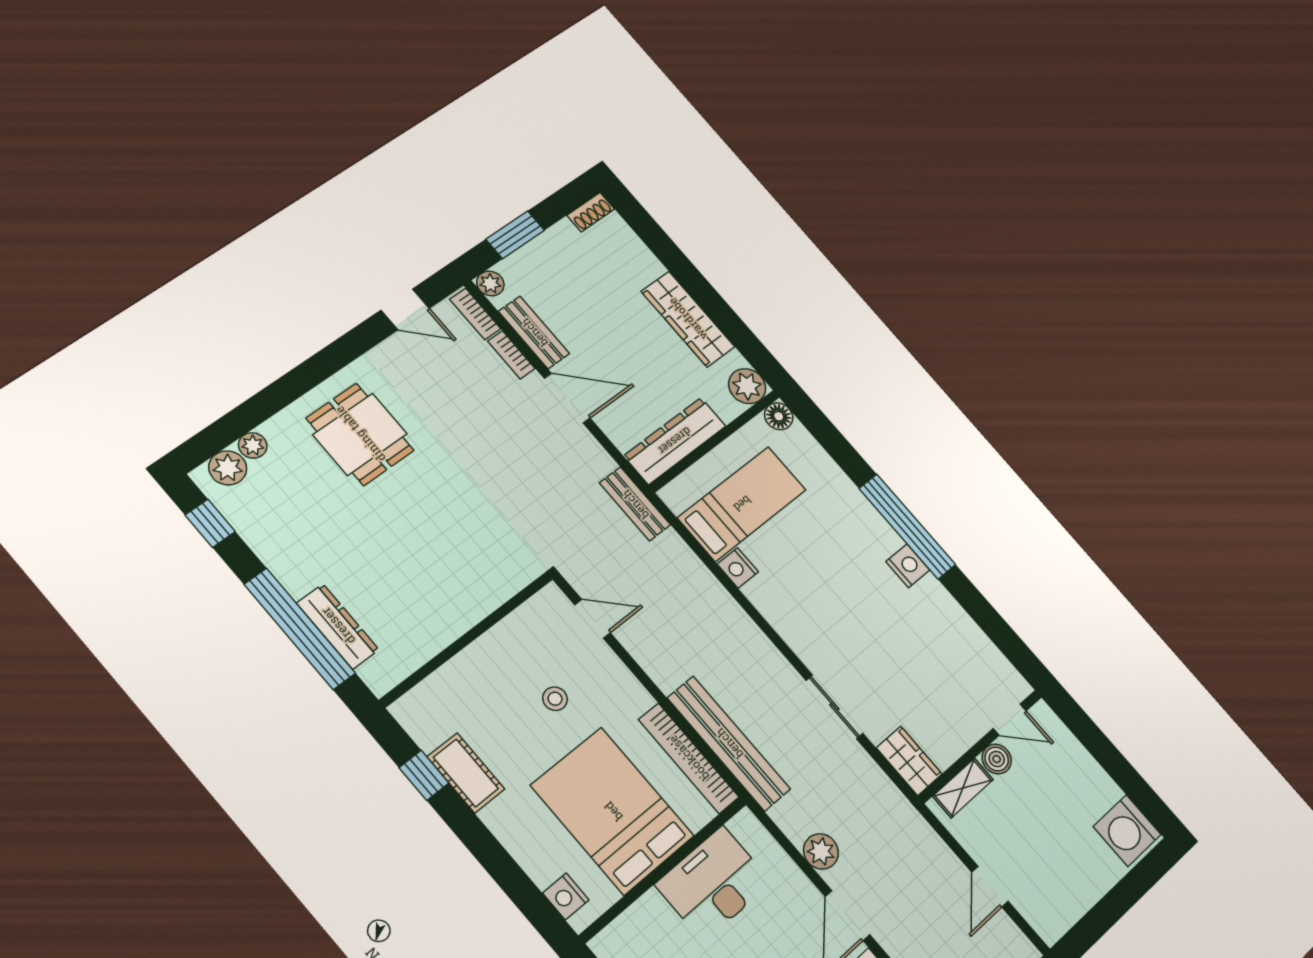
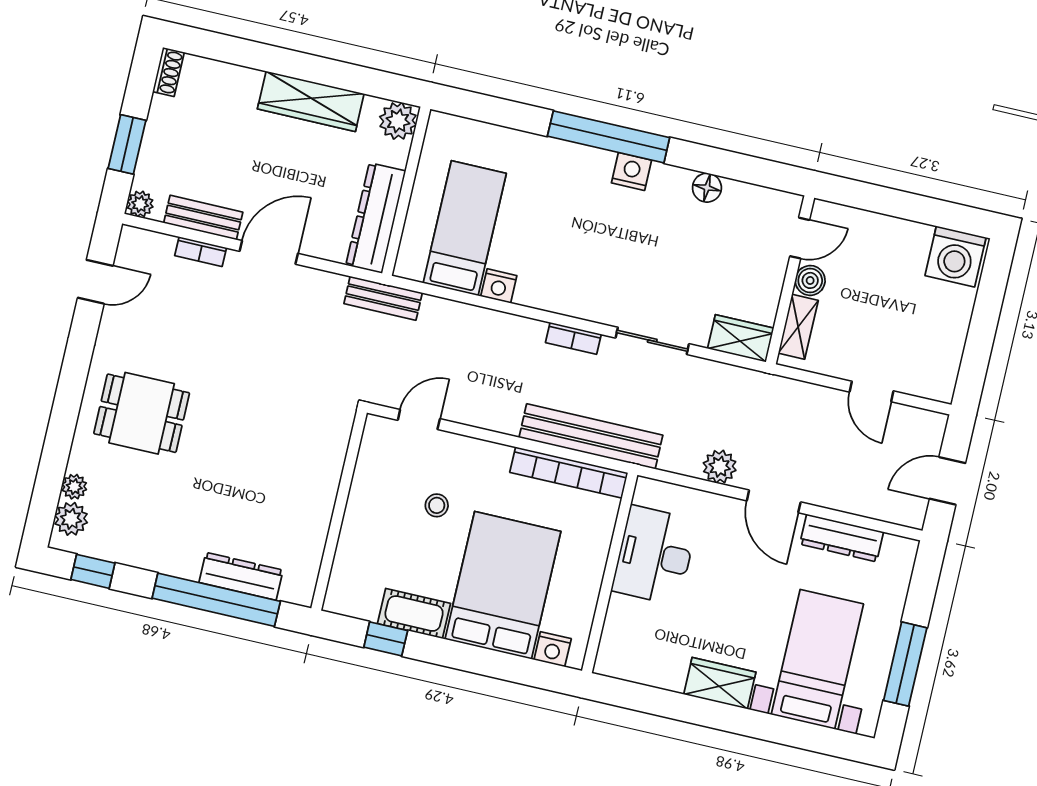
bookcase: (475, 314) -> (573, 338), moved
floor lamp: (779, 416) -> (707, 188), moved
bed: (613, 811) -> (503, 585), moved, turned 90

